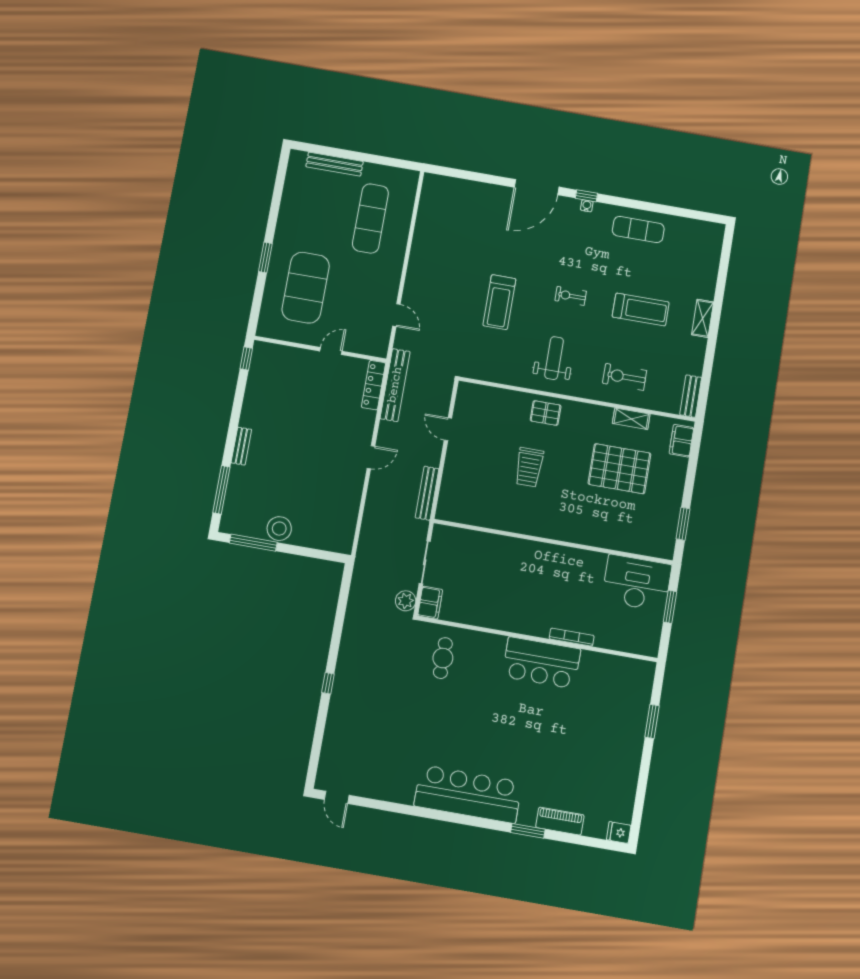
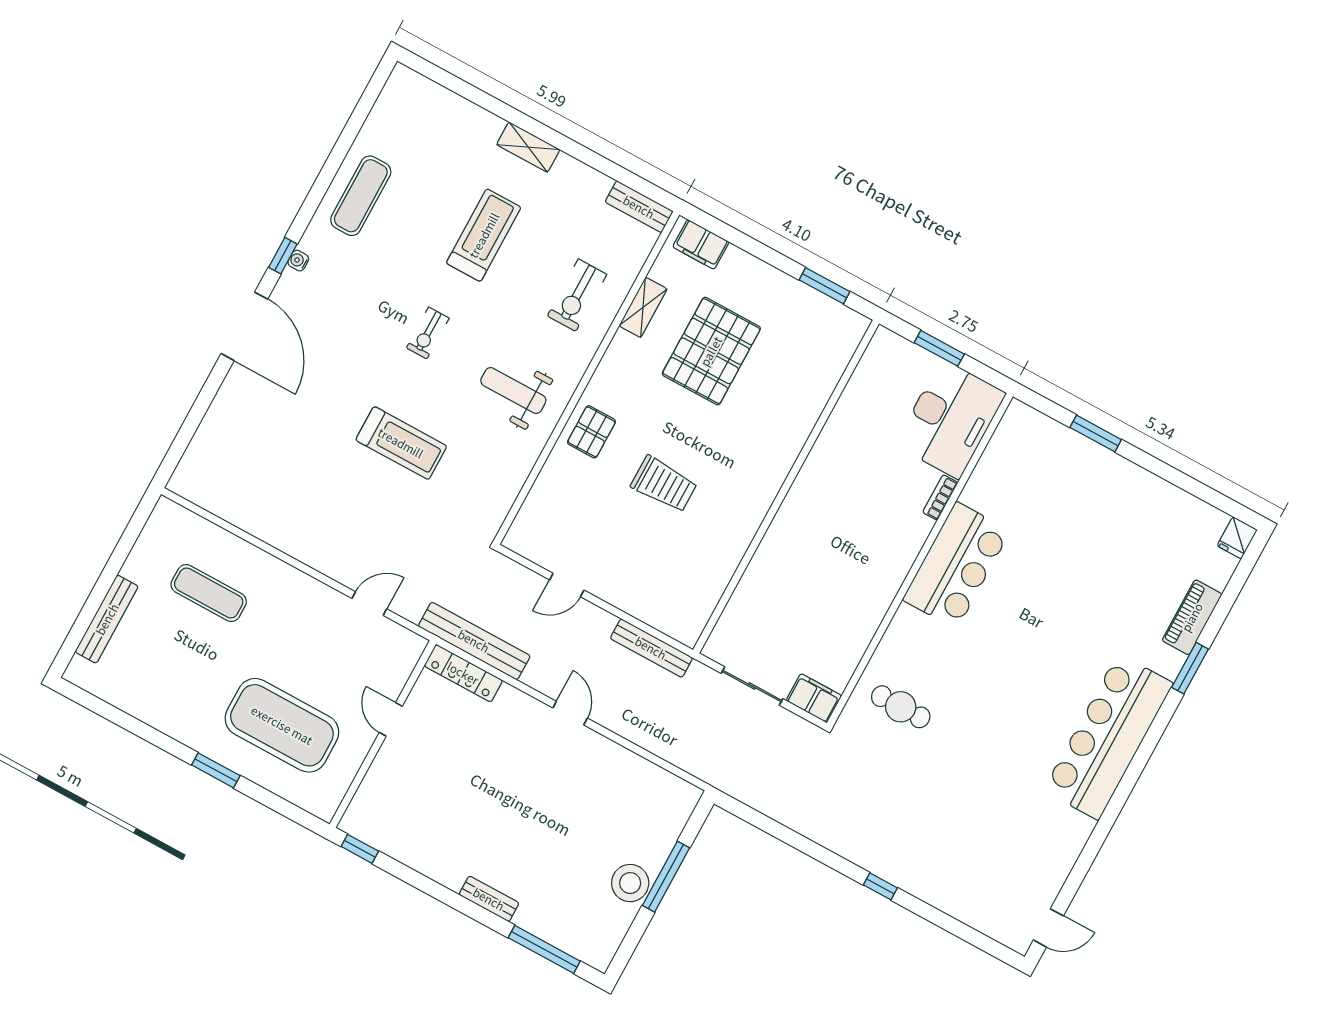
exercise mat: (370, 218) -> (209, 593), width x0.73, depth x0.69
window: (253, 543) -> (666, 877), moved
desk: (637, 583) -> (950, 419), moved, turned 180
plant: (406, 601) -> (799, 733), removed
bookcase: (572, 637) -> (940, 497), width x0.64

